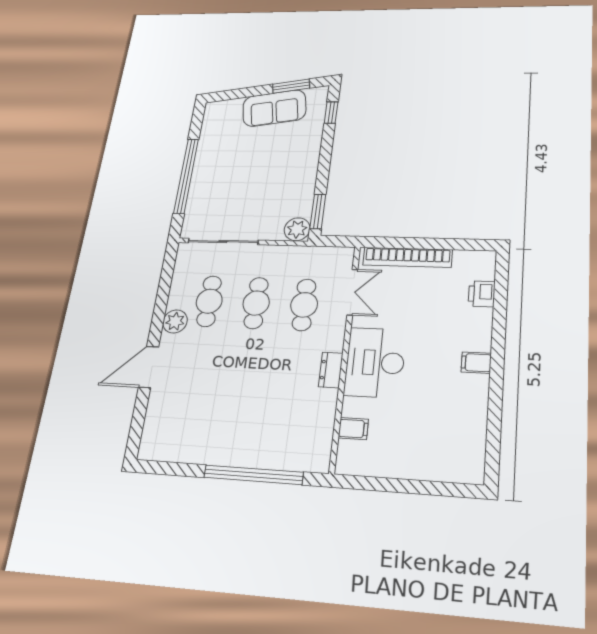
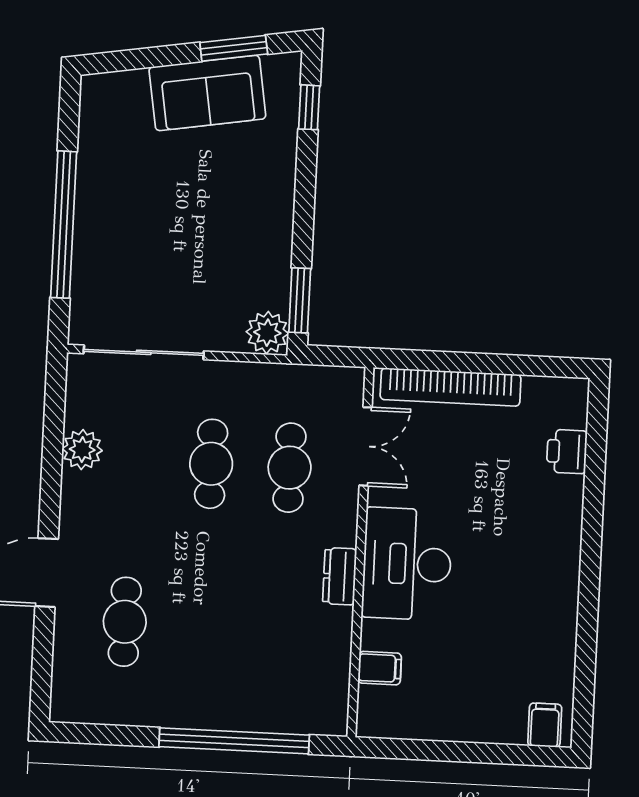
cafe table: (209, 301) -> (125, 622), moved
plant: (175, 321) -> (82, 450), moved
filing cabinet: (476, 363) -> (545, 725), moved, turned 90

